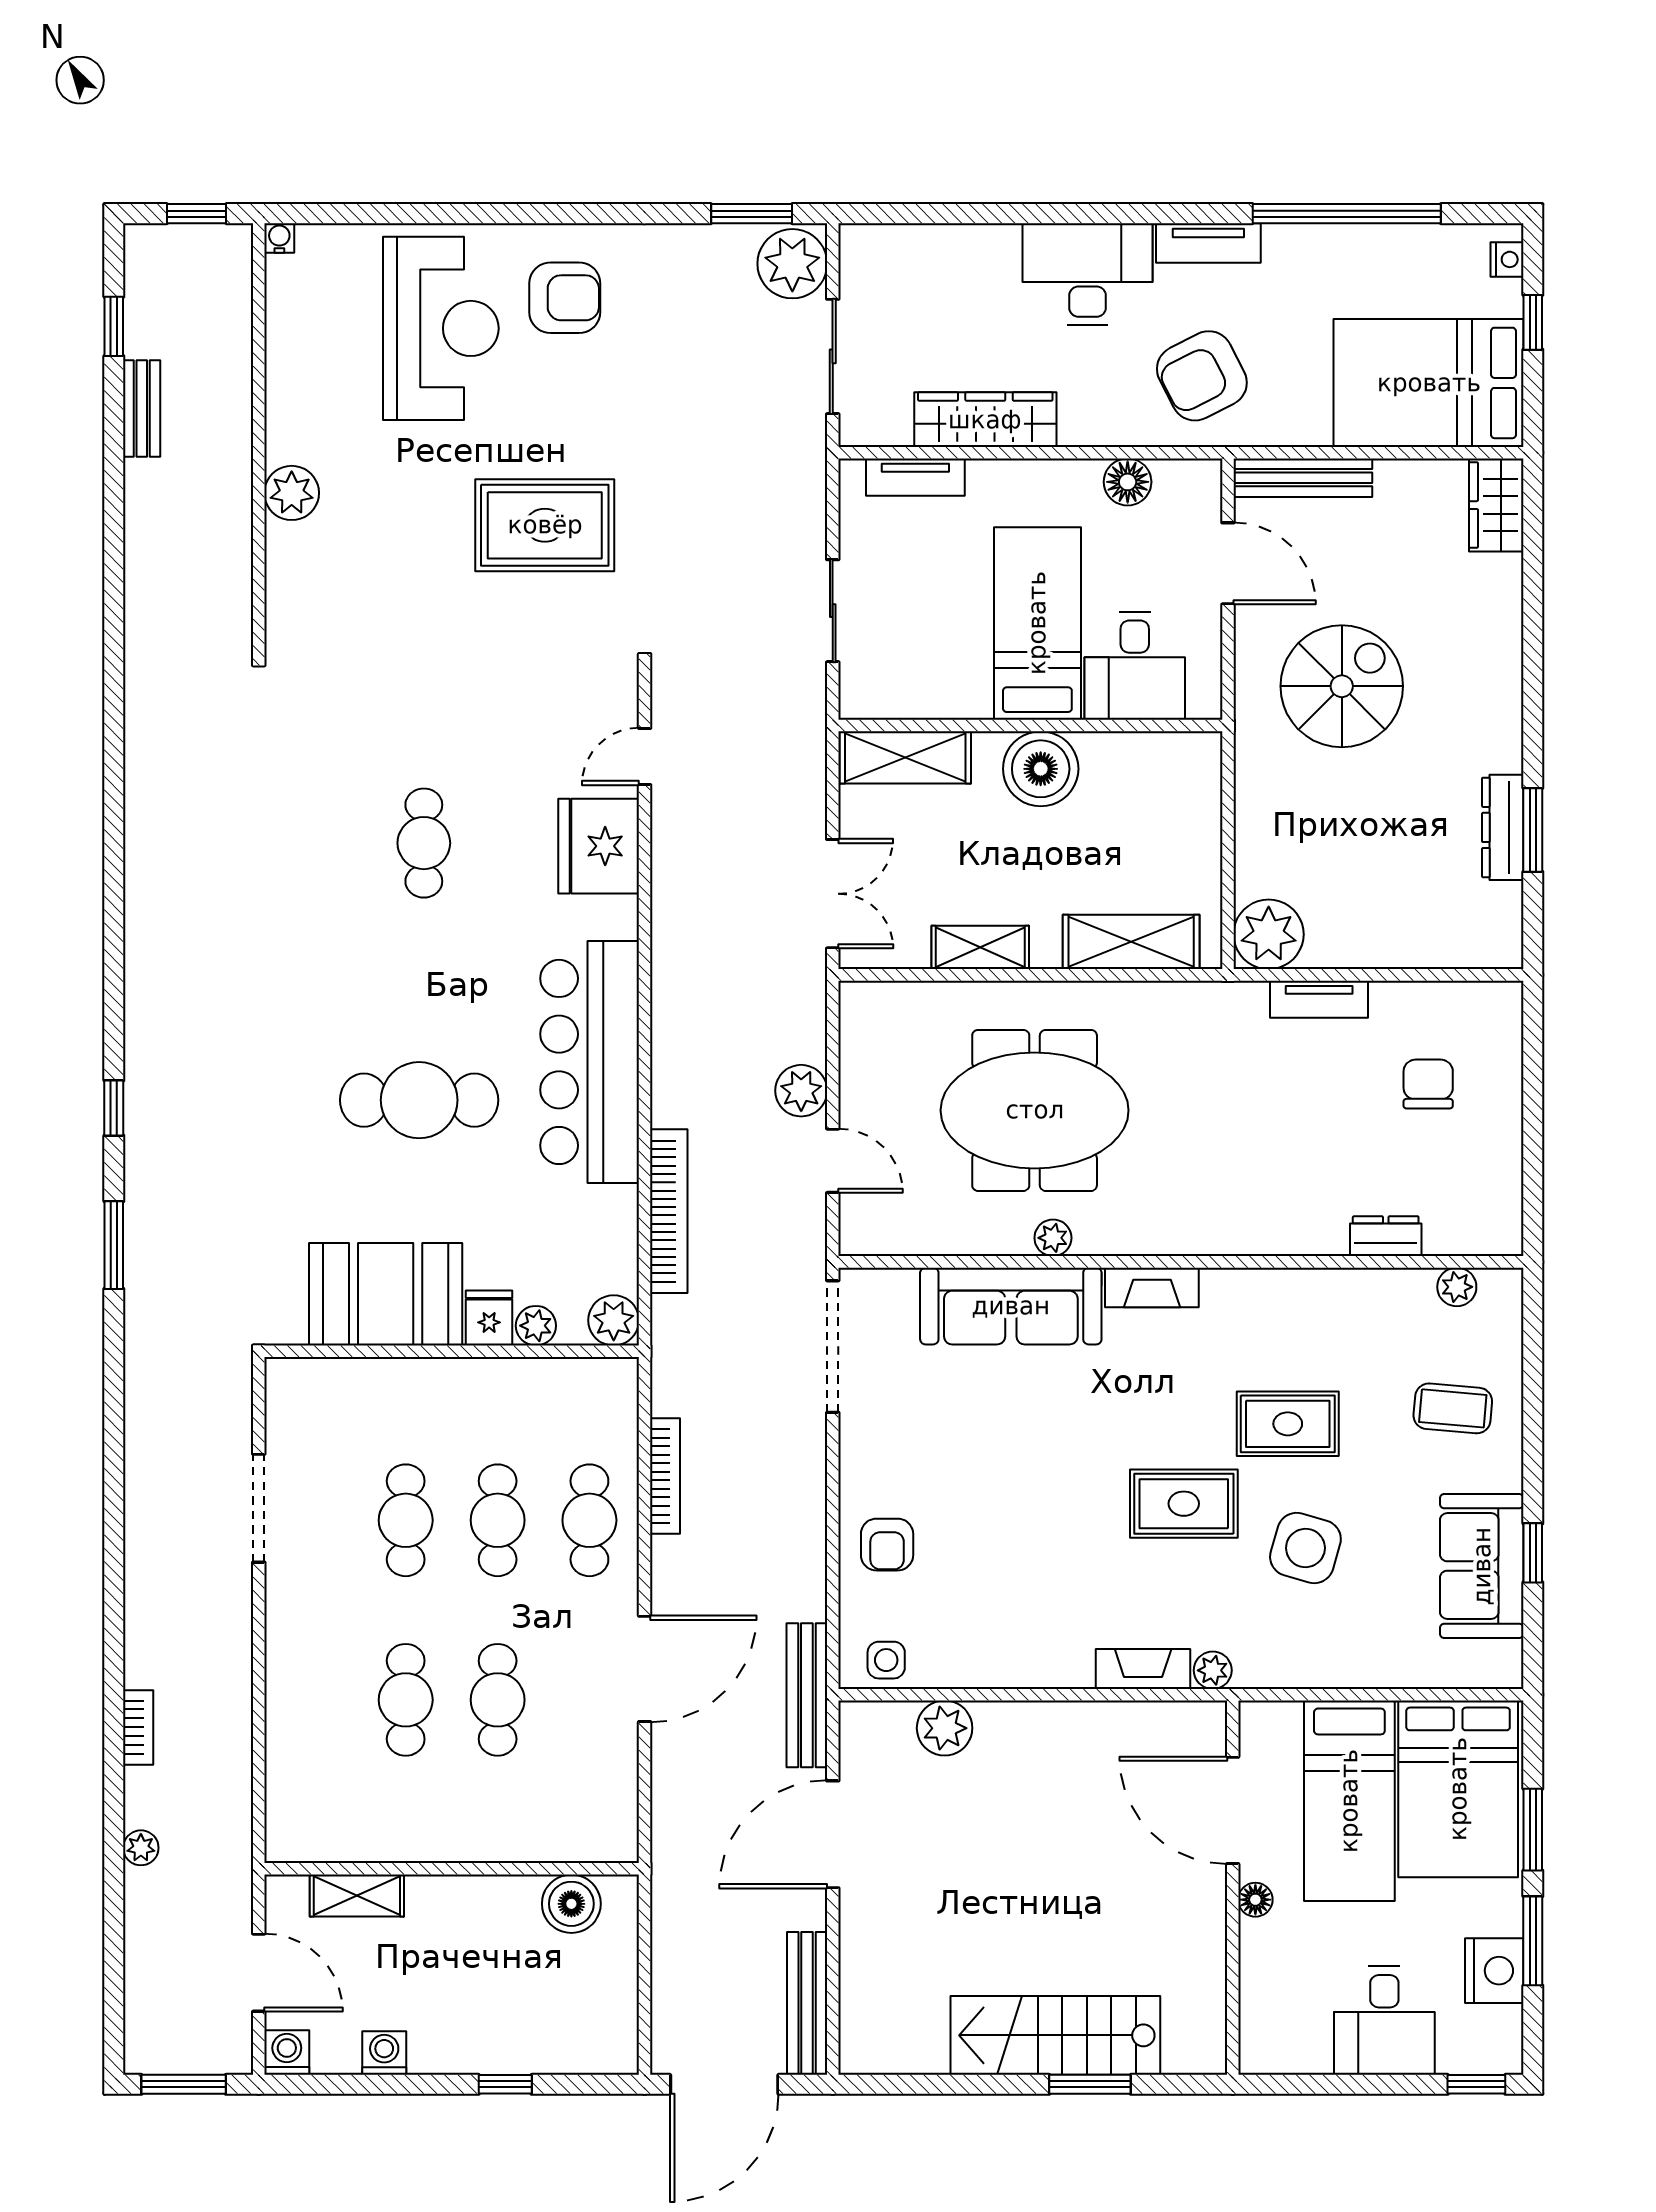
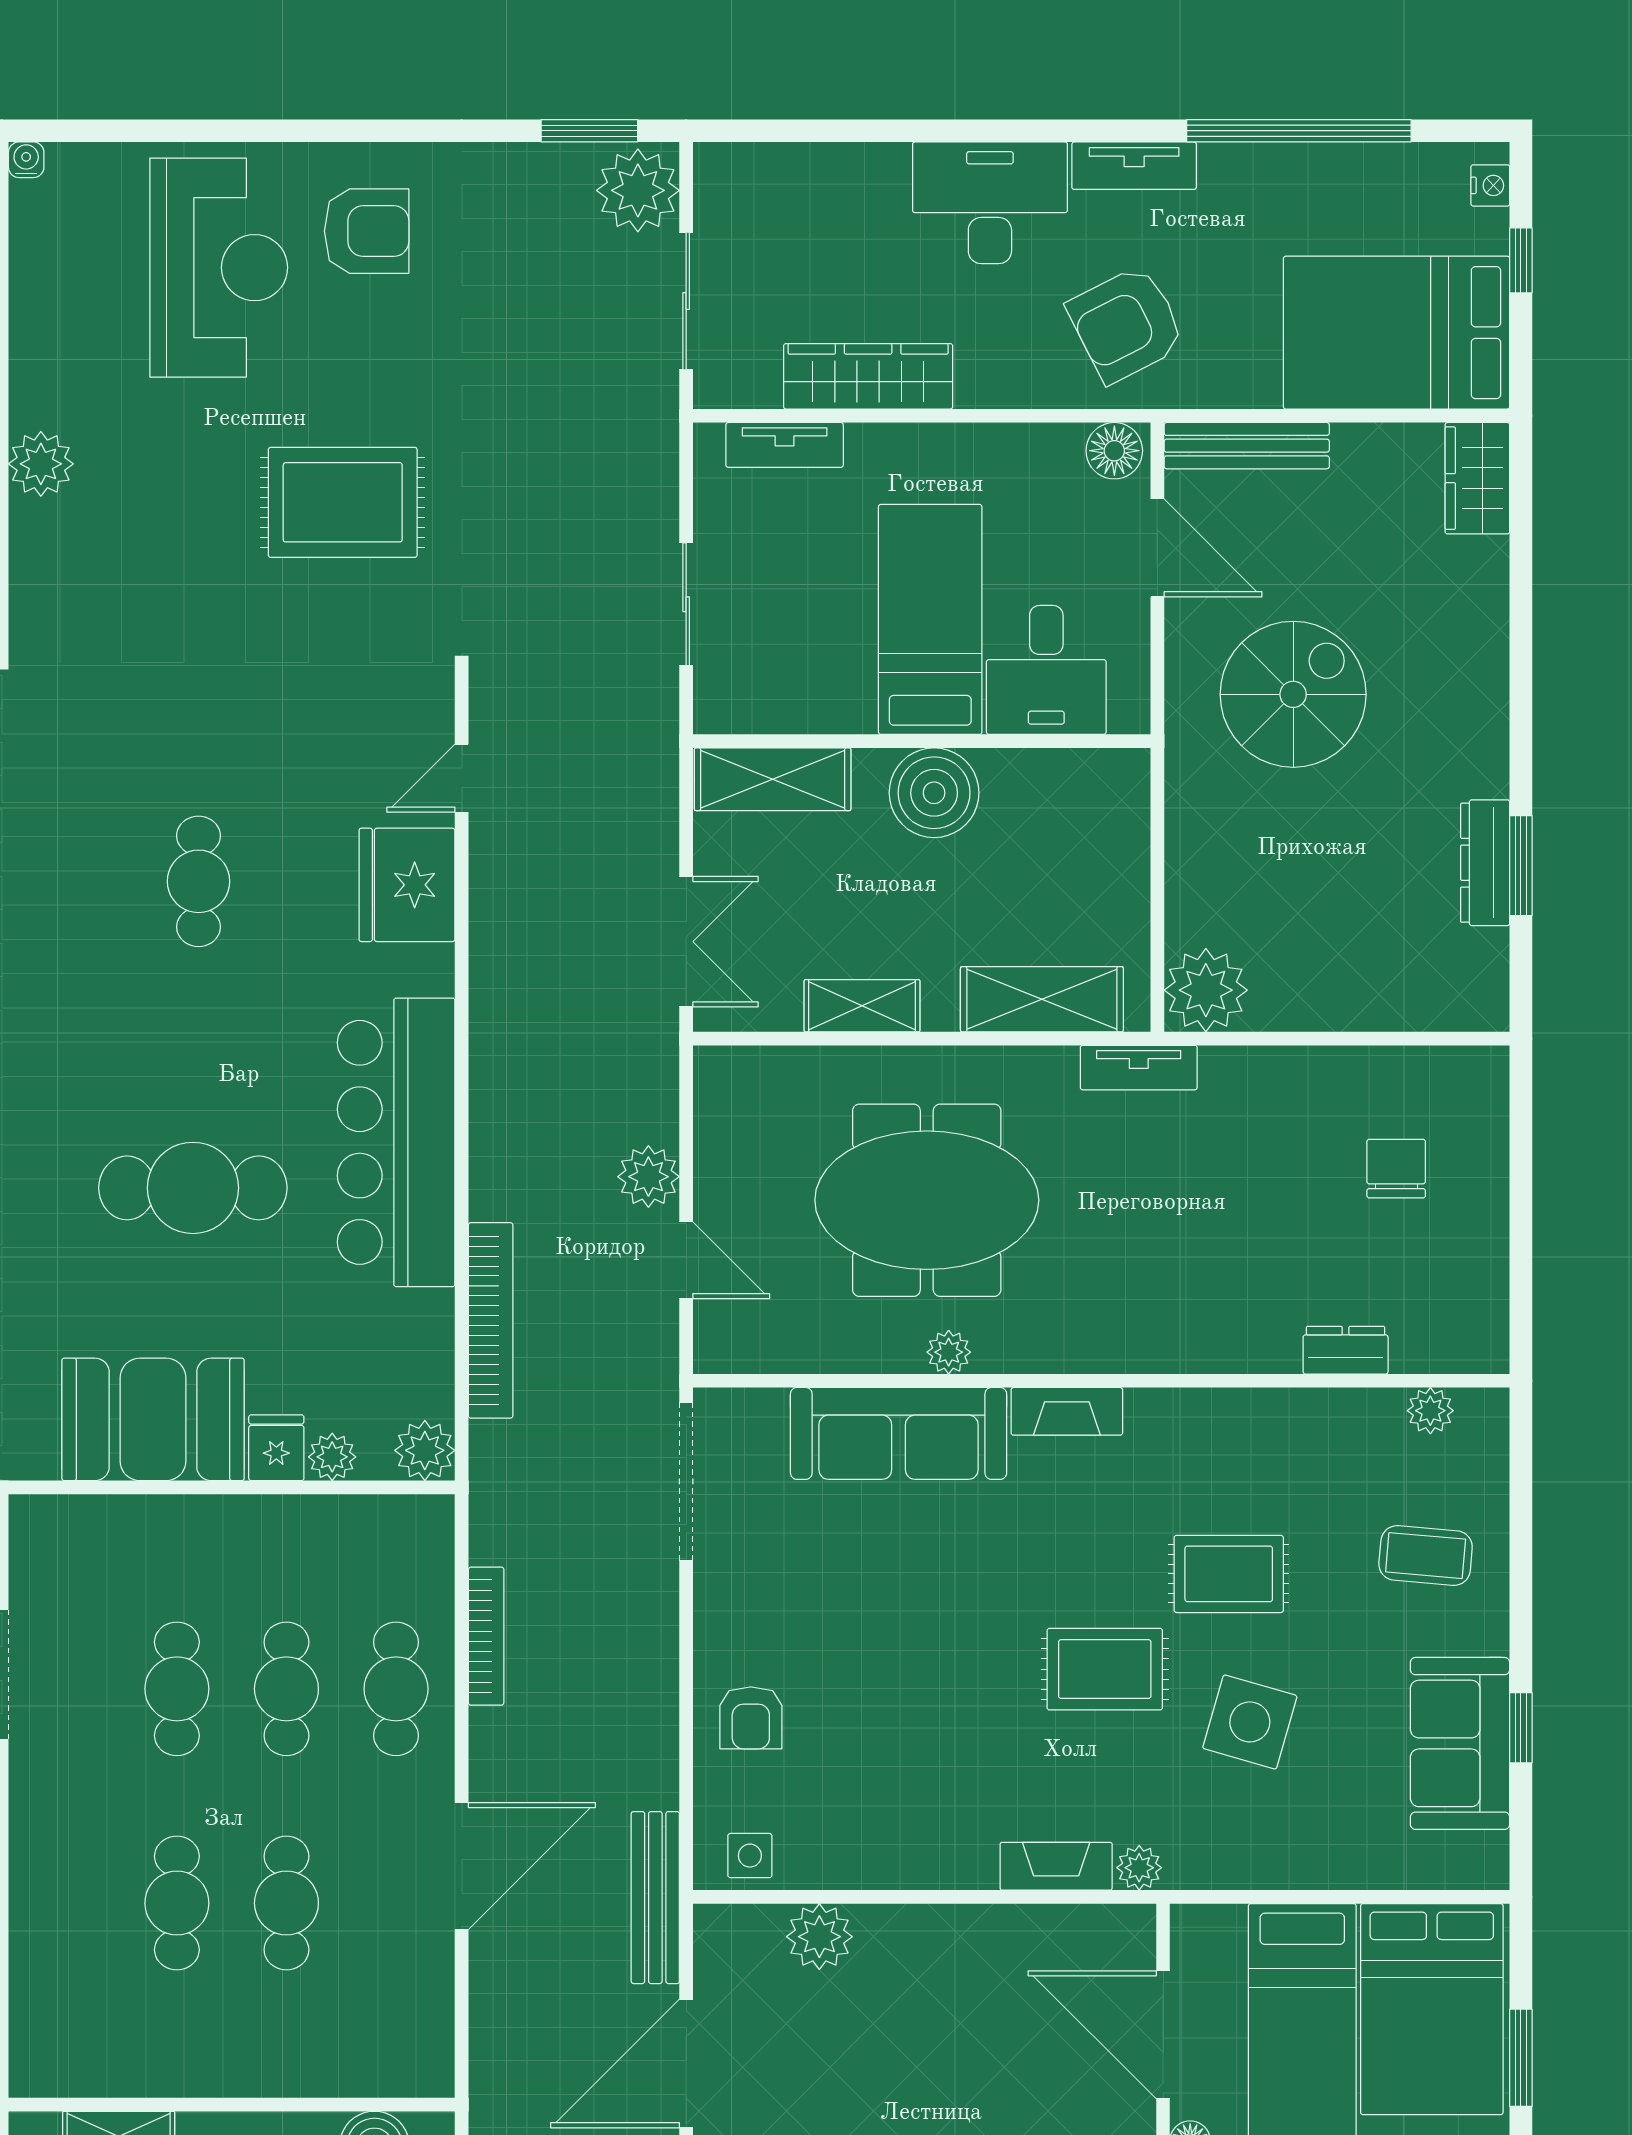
floor lamp: (1128, 482) -> (1114, 451), moved
tv unit: (1319, 999) -> (1139, 1068), moved

